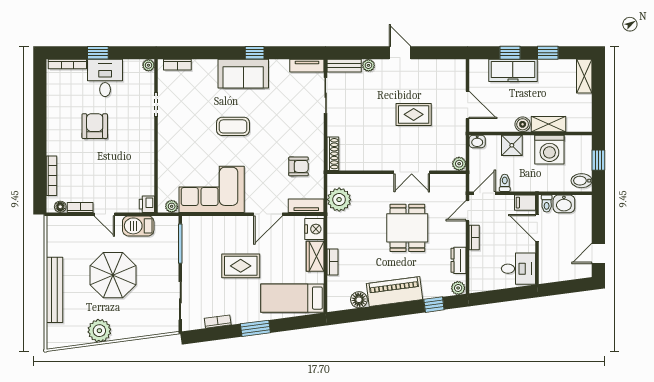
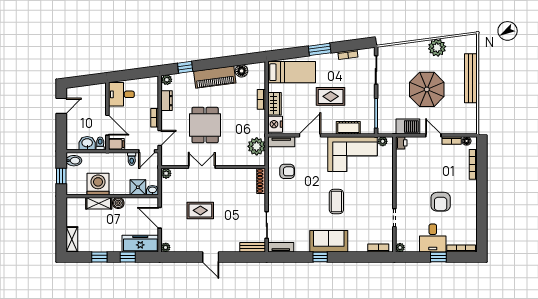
plant: (368, 65) -> (166, 247), moved
freezer: (513, 70) -> (140, 244), moved
coffee table: (233, 126) -> (336, 201), turned 90
shower: (512, 145) -> (138, 187), moved
armchair: (299, 166) -> (287, 171), turned 180
cot: (217, 224) -> (348, 128), added

